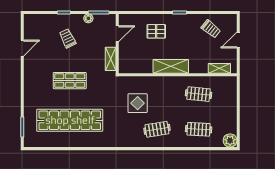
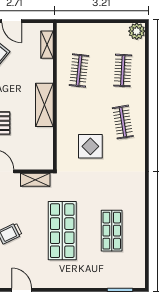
shop shelf: (70, 81) -> (62, 231), width x1.43, depth x1.36
shop shelf: (70, 120) -> (112, 231), width x0.50, depth x0.74

